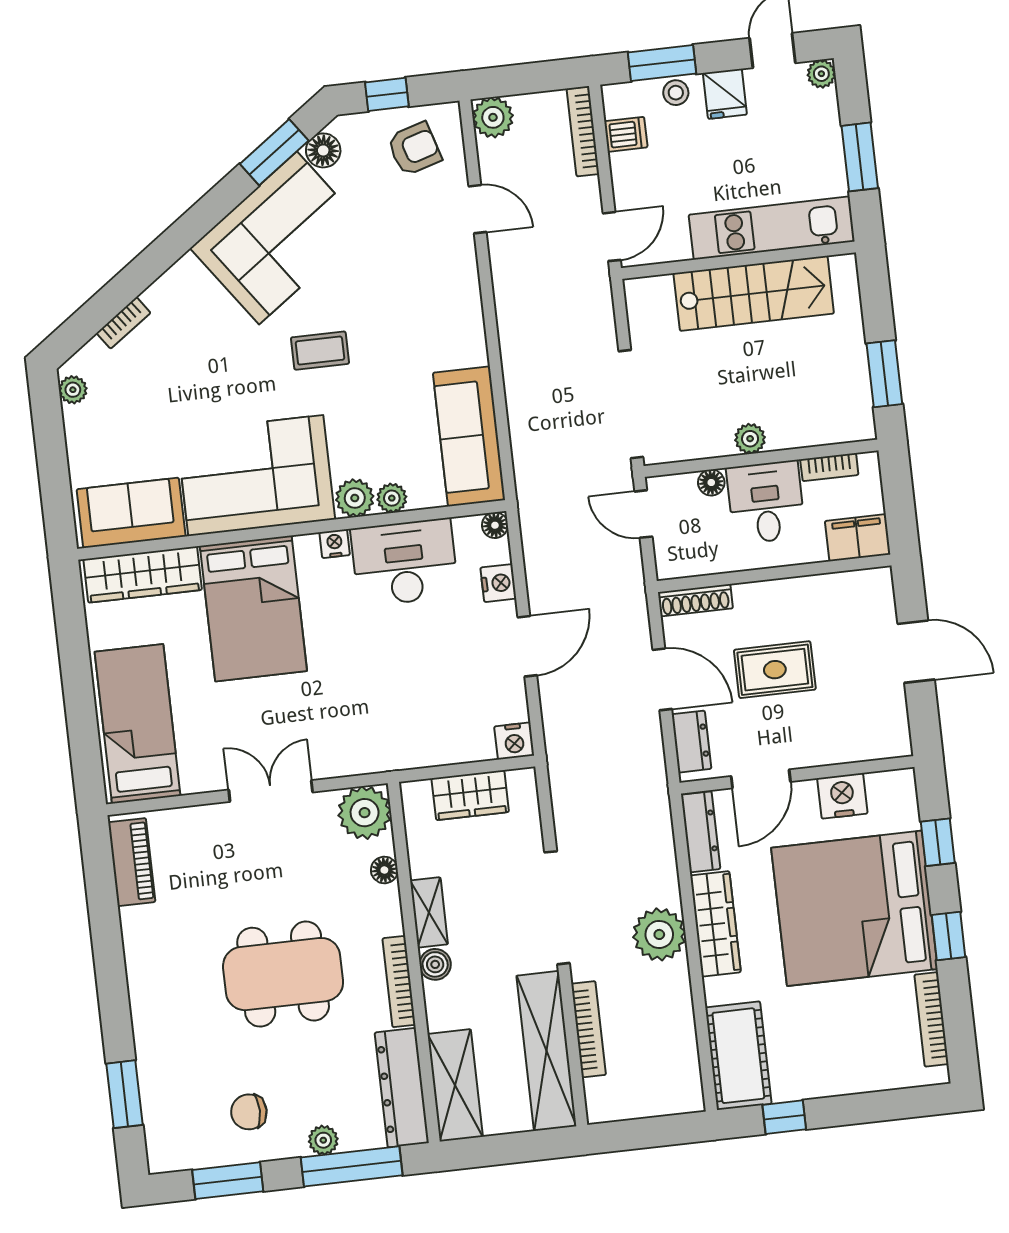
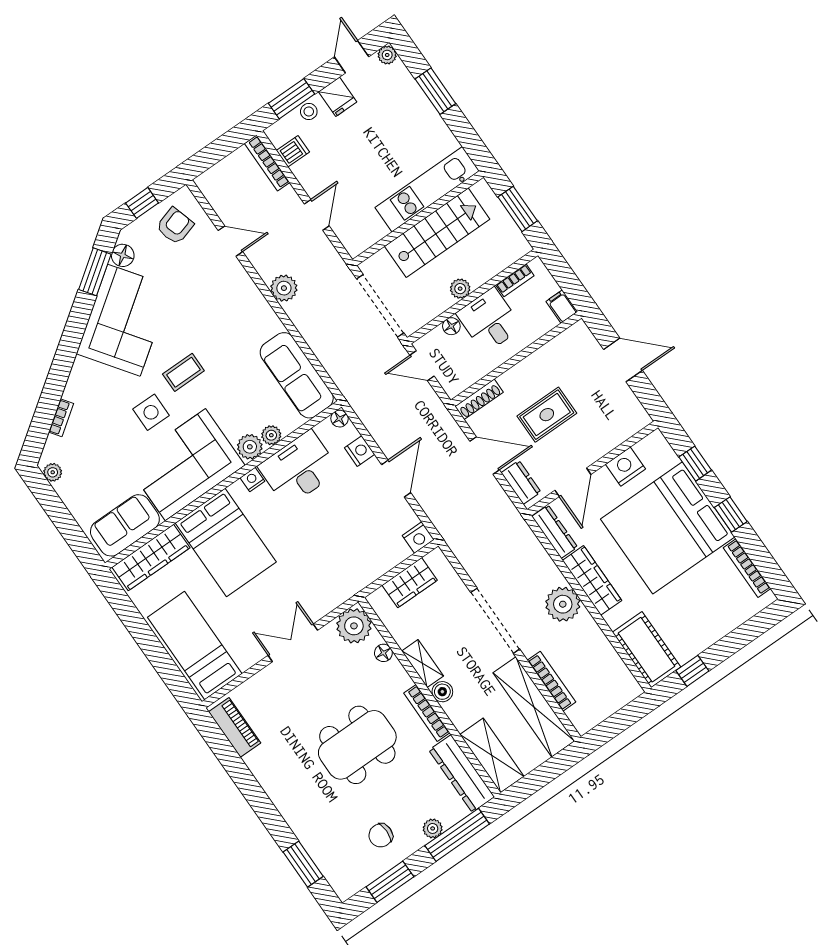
plant: (493, 117) -> (284, 288), moved
kitchen unit: (772, 228) -> (427, 189), moved
wall: (738, 260) -> (418, 218), moved
stairs: (754, 293) -> (437, 233), moved
side table: (248, 381) -> (151, 412), added
filing cabinet: (858, 538) -> (562, 307), width x0.50

